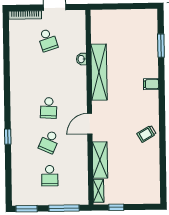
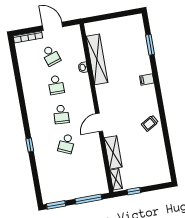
shelving: (99, 72) -> (97, 59), moved
school desk: (50, 176) -> (56, 85), moved

